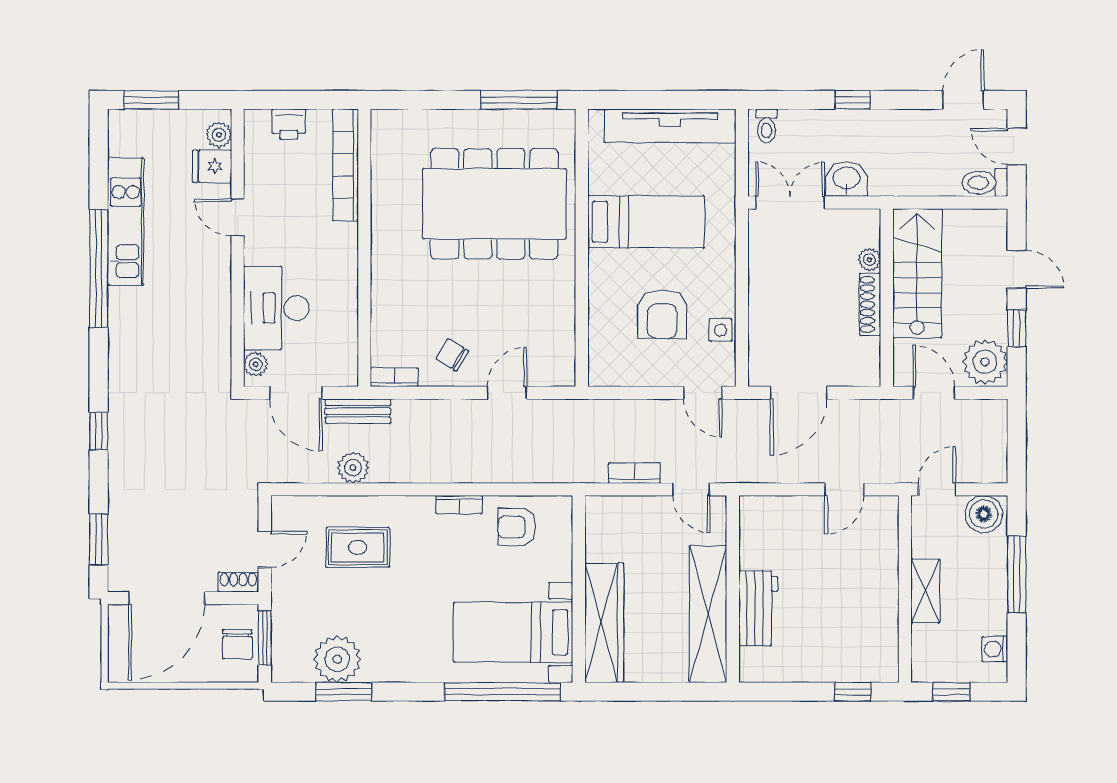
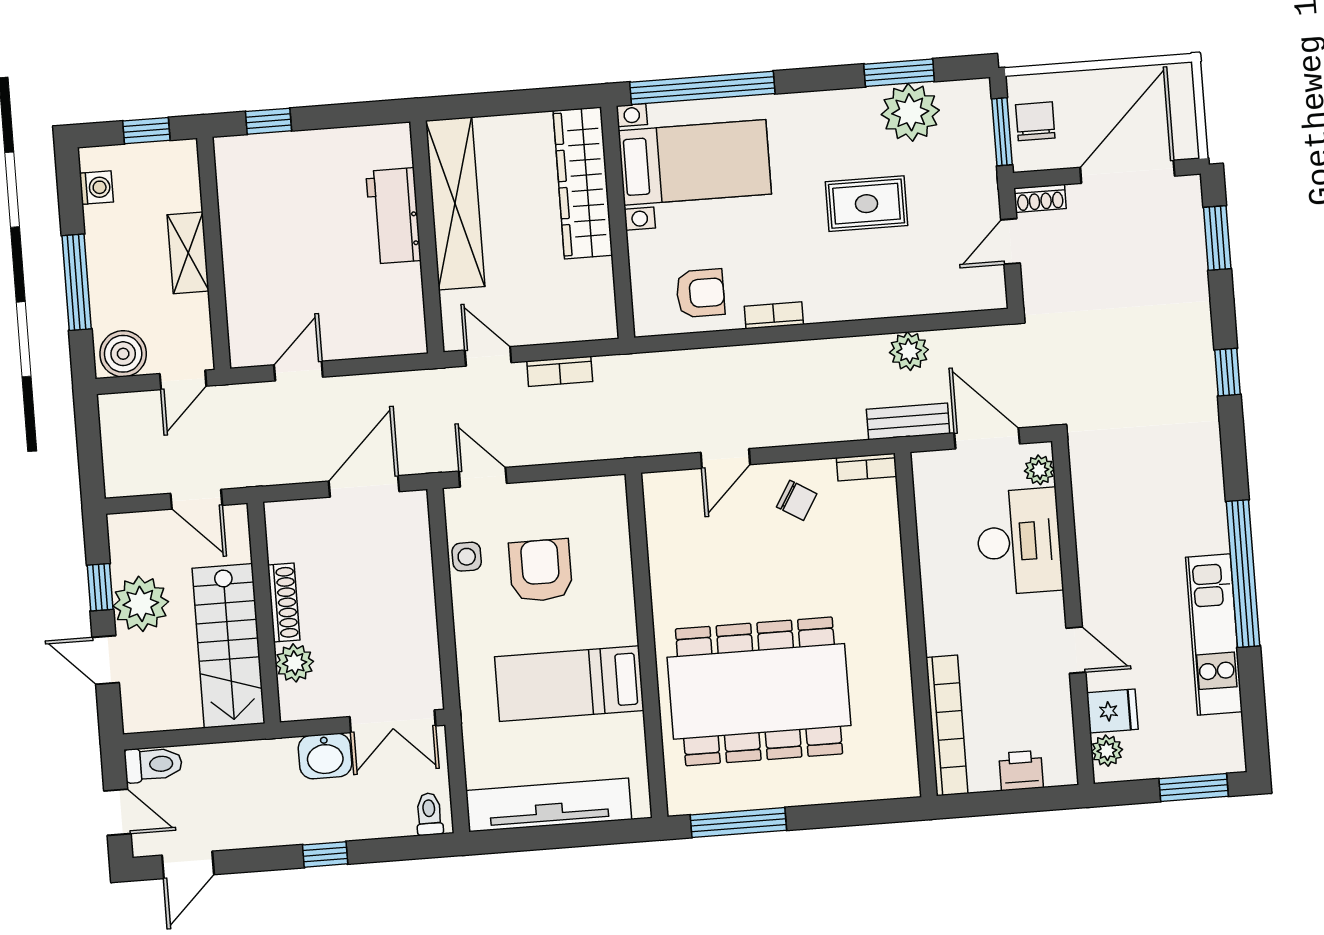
plant: (869, 260) -> (295, 663), width x1.38, depth x1.38
plant: (985, 362) -> (141, 604), moved
rug: (358, 547) -> (867, 204), moved

